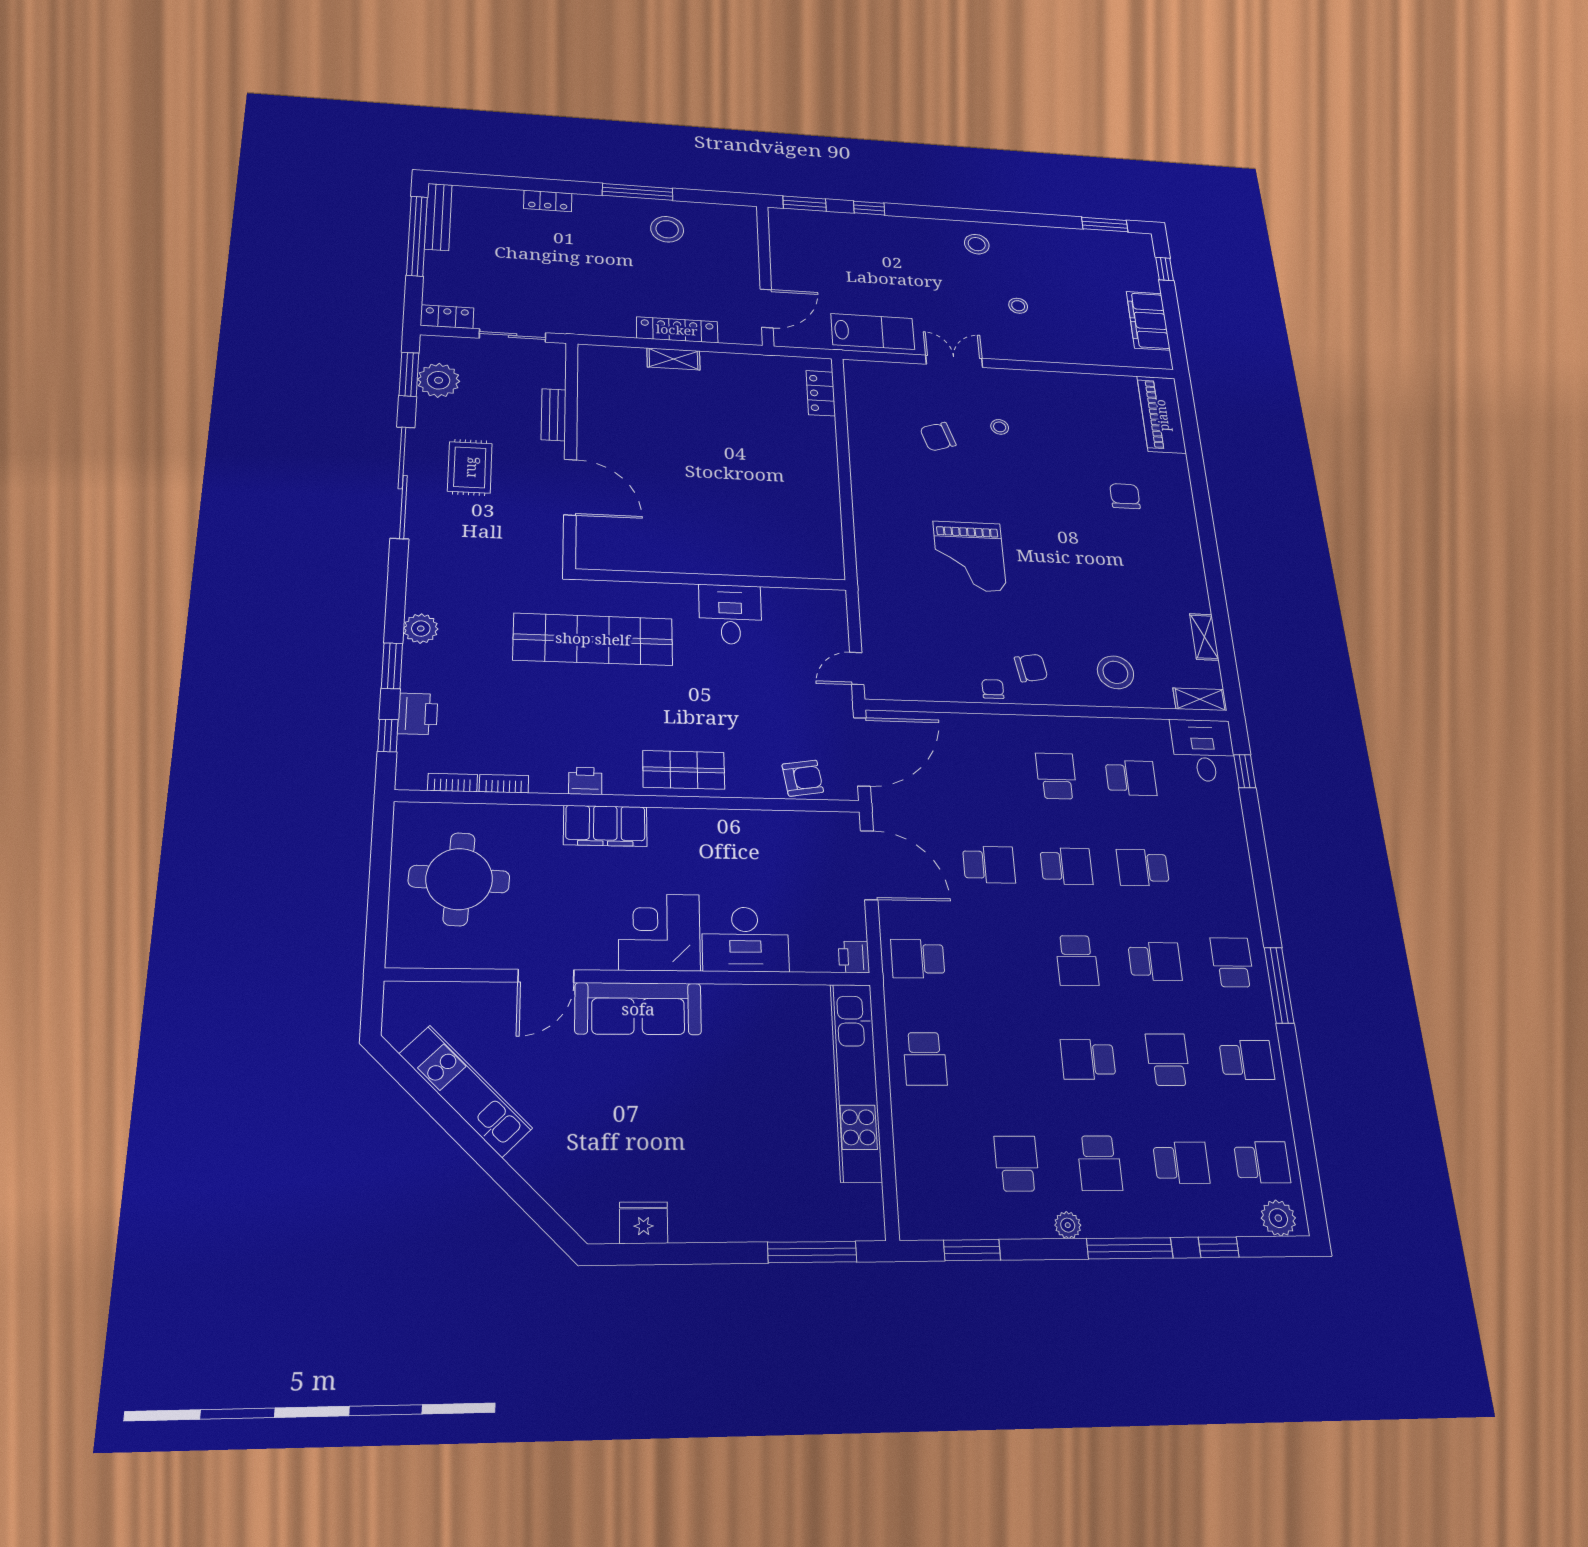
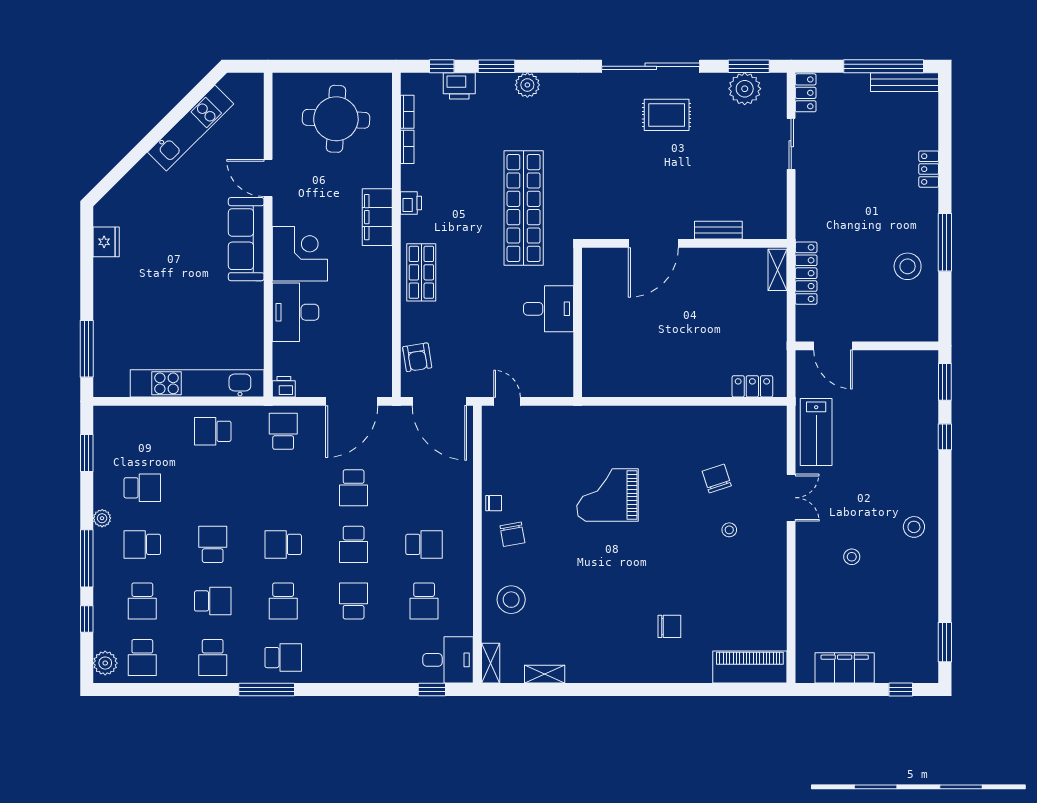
bench: (554, 415) -> (718, 230), moved
wall: (571, 453) -> (684, 243), moved
door: (570, 487) -> (653, 243), moved

